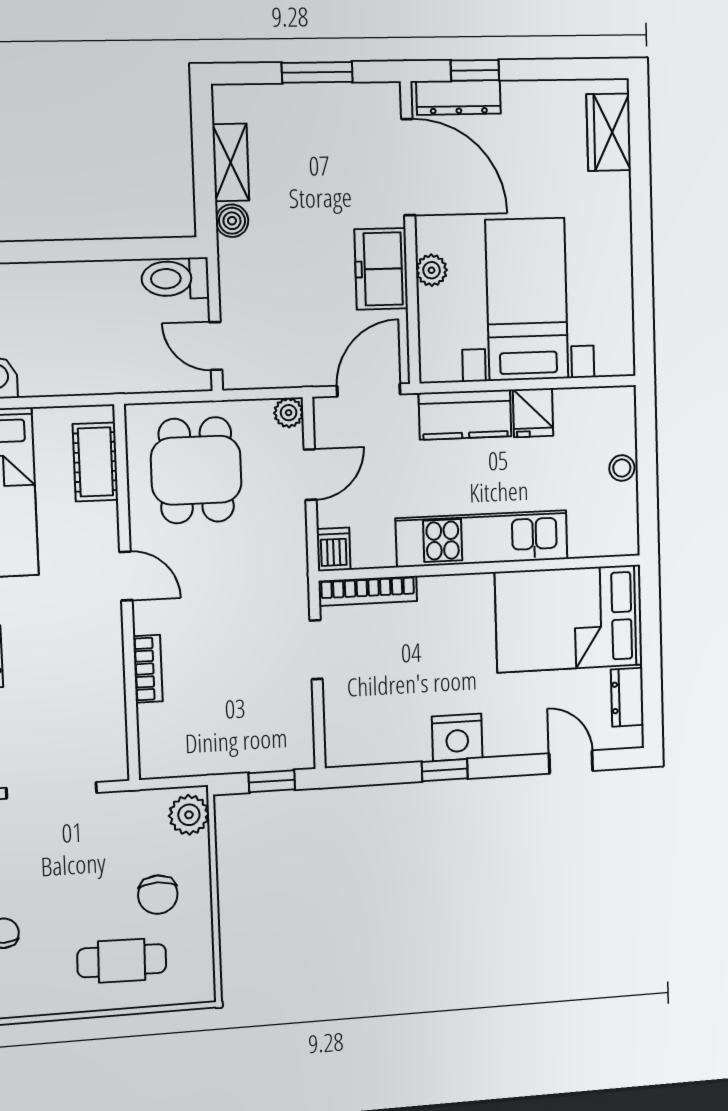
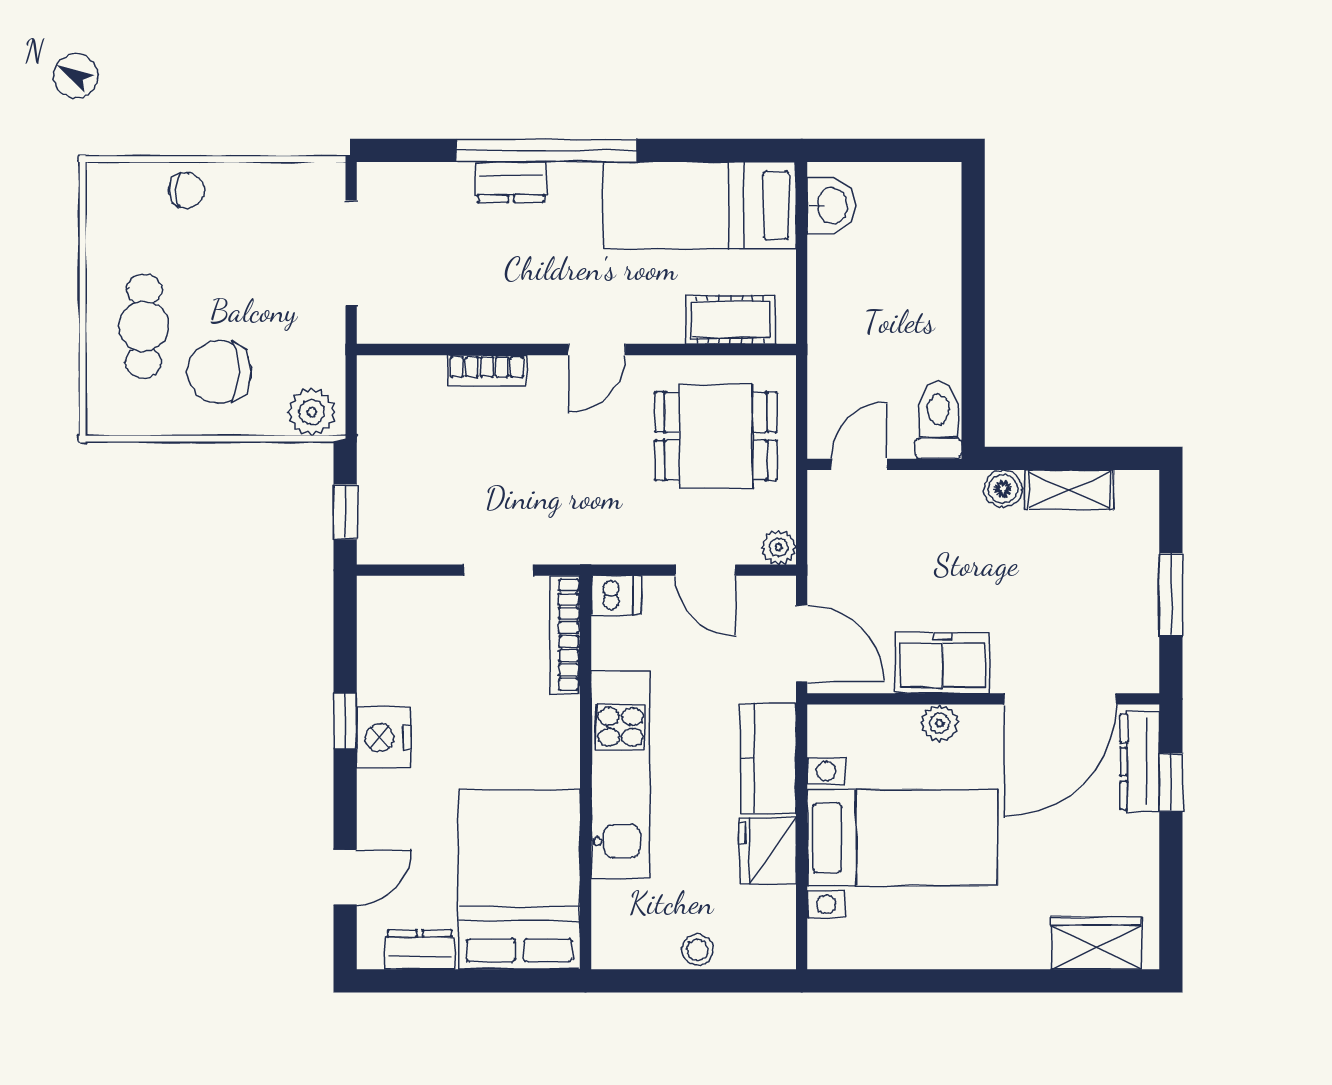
fridge: (533, 413) -> (768, 851), width x1.38
chair: (158, 895) -> (219, 372), width x1.37, depth x1.37

